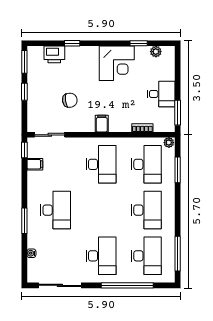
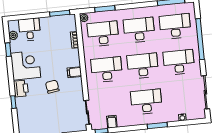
printer: (54, 54) -> (21, 88), moved
desk: (161, 94) -> (30, 29), moved
chair: (70, 100) -> (52, 87), moved
desk: (101, 210) -> (143, 66), added

